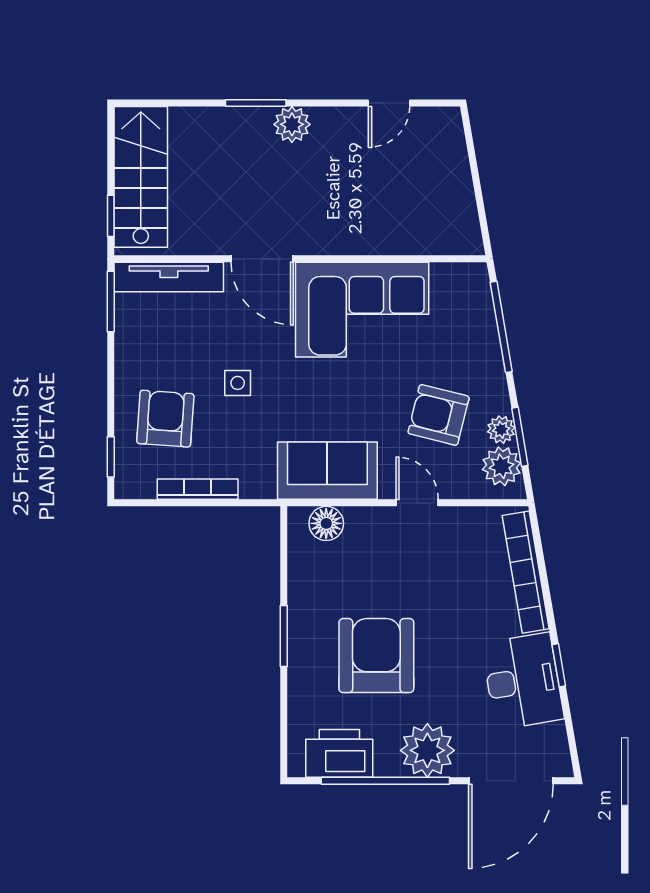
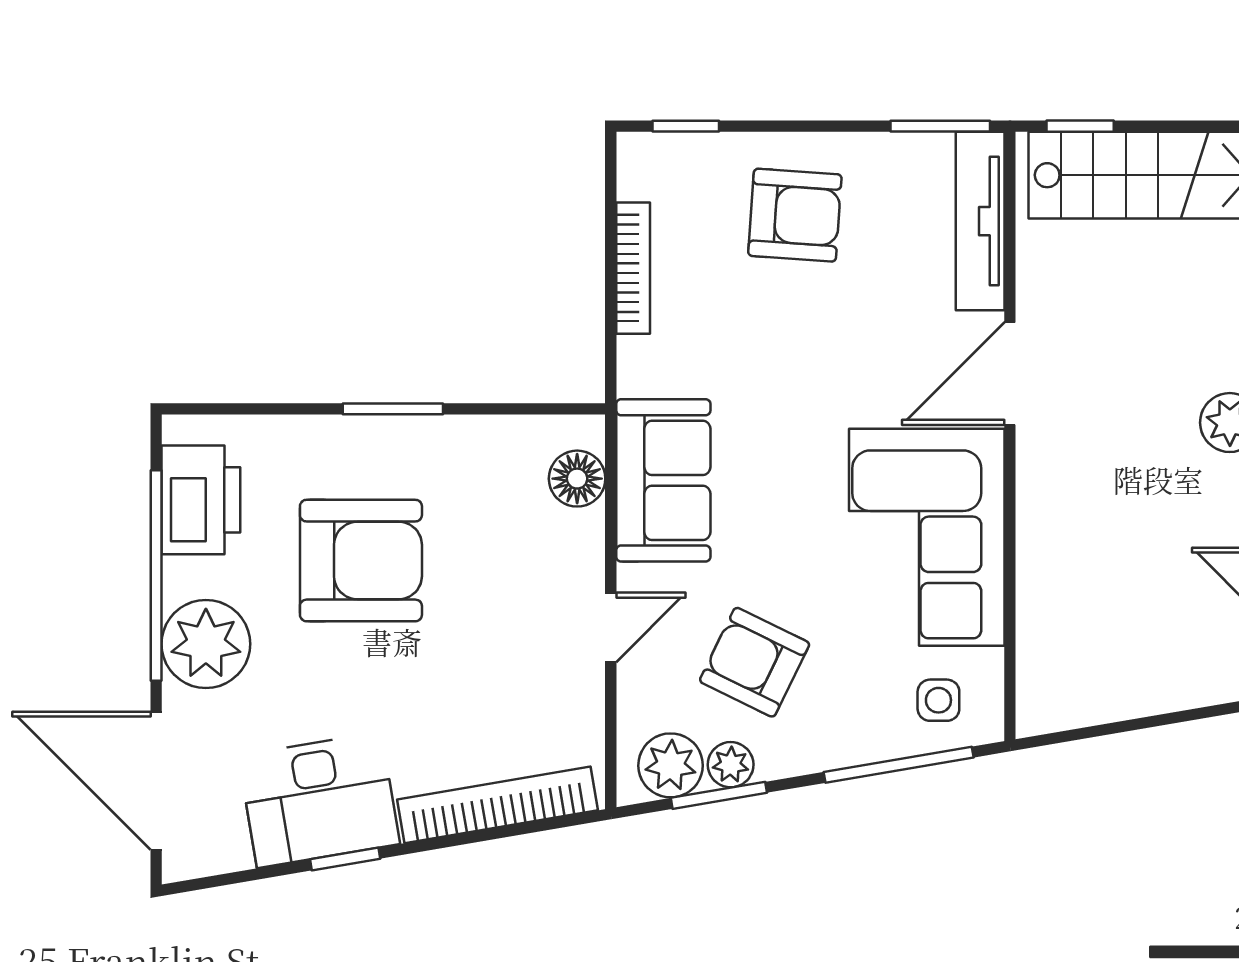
side table: (238, 383) -> (938, 700), moved
armchair: (439, 415) -> (755, 662), turned -78
armchair: (165, 419) -> (795, 215), moved

